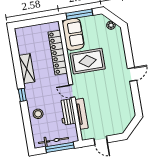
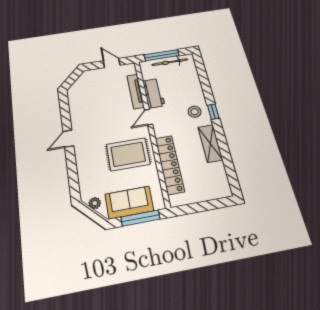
sofa: (73, 34) -> (129, 202), moved, turned 90
door: (72, 91) -> (148, 117), swing flipped
stool: (38, 114) -> (195, 112), moved

